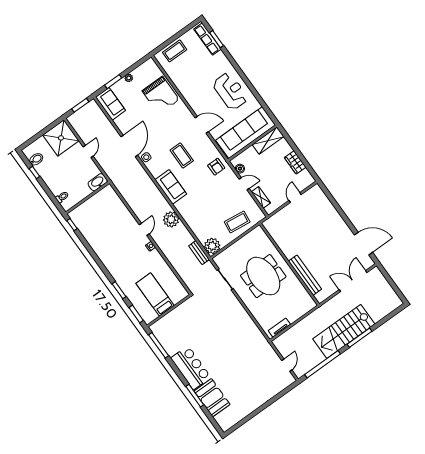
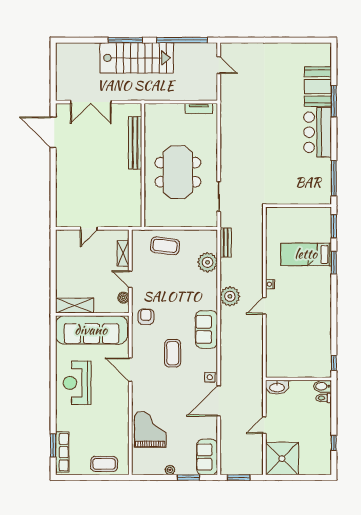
bidet: (36, 159) -> (323, 386), moved
wardrobe: (295, 162) -> (63, 264), removed
plant: (212, 246) -> (208, 262), moved
bed: (155, 294) -> (306, 254), moved, turned 90
door: (287, 365) -> (219, 65), swing flipped

